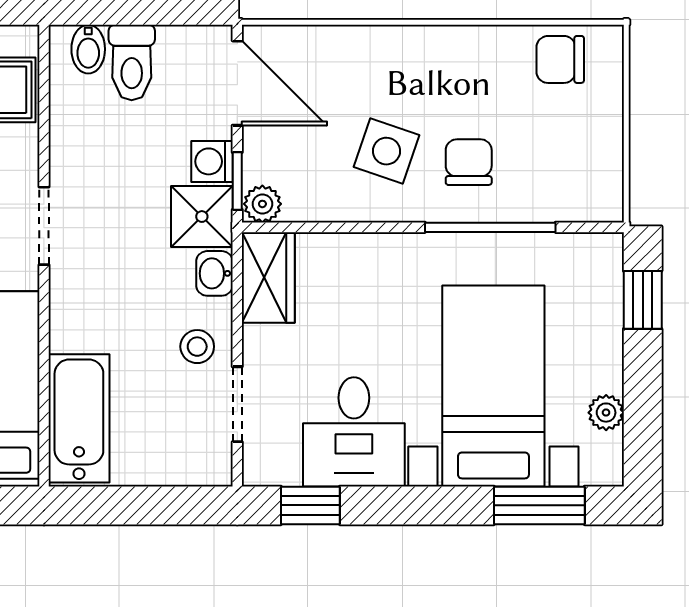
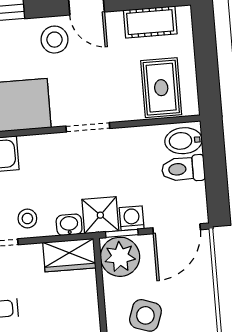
bidet: (88, 49) -> (184, 141), width x1.38, depth x1.36
plant: (262, 204) -> (120, 257), width x1.88, depth x1.88

